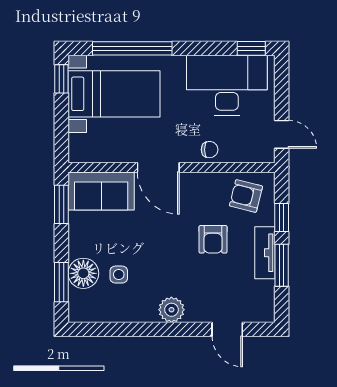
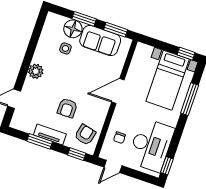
window: (132, 48) -> (190, 99), width x0.68
chair: (210, 150) -> (119, 138), moved
sofa: (101, 191) -> (100, 41), moved, turned -90
window: (282, 217) -> (77, 154), moved
armchair: (213, 239) -> (67, 108), turned -90
window: (61, 282) -> (84, 19), moved

